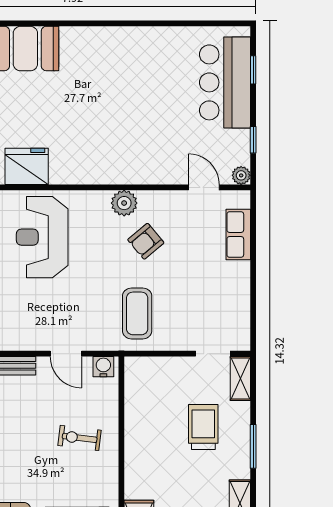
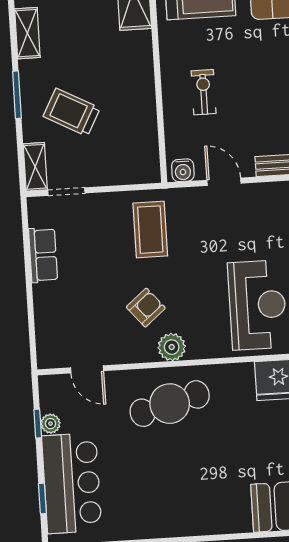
cafe table: (129, 151) -> (170, 404), added
plant: (241, 175) -> (50, 424), moved
row of seats: (238, 234) -> (43, 255), moved
trolley: (203, 427) -> (72, 112), turned 118
exercise bike: (80, 438) -> (204, 92), turned -97

